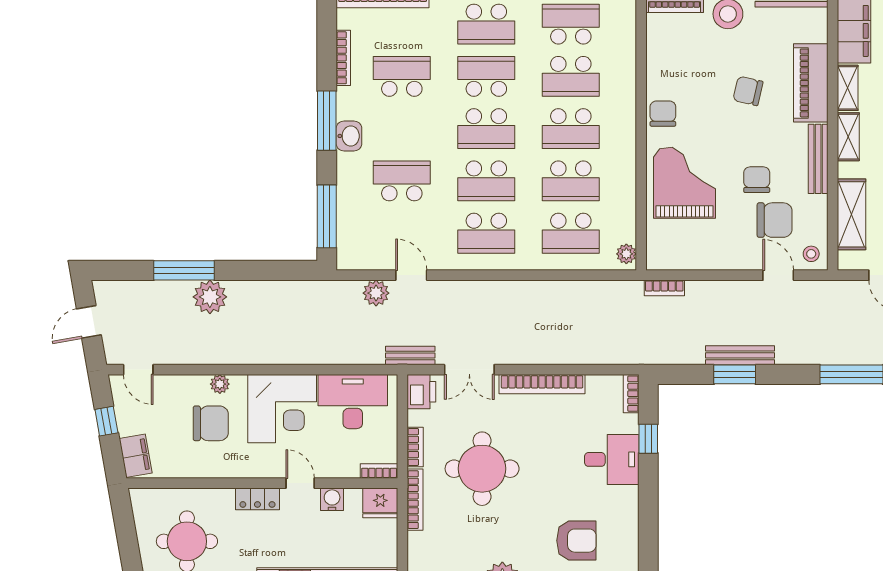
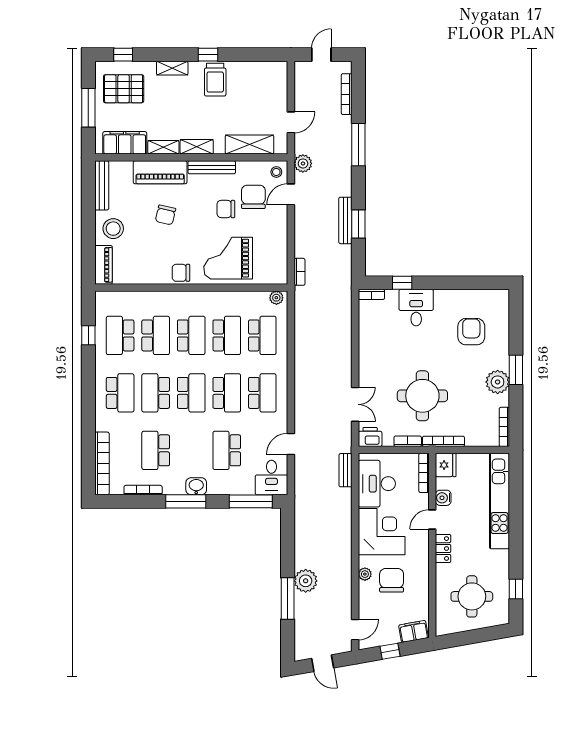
desk: (362, 247) -> (271, 478), added
plant: (376, 293) -> (303, 163), moved
bench: (410, 356) -> (345, 470), moved
bookcase: (542, 384) -> (365, 355), removed
bookcase: (379, 471) -> (424, 473), width x1.56

